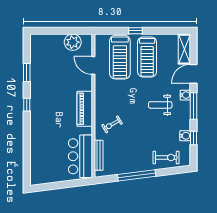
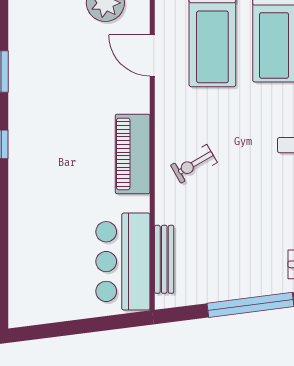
exercise bike: (112, 124) -> (194, 164), moved

